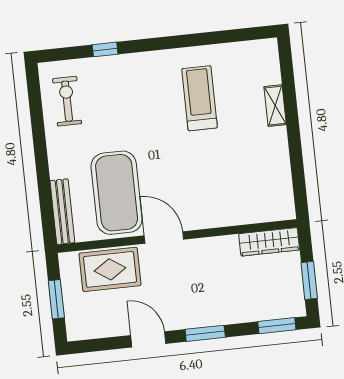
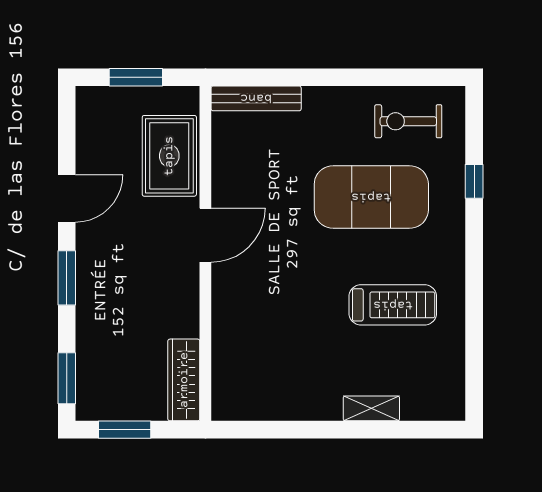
exercise bike: (67, 101) -> (408, 121), turned 180
exercise mat: (117, 193) -> (371, 197), moved

